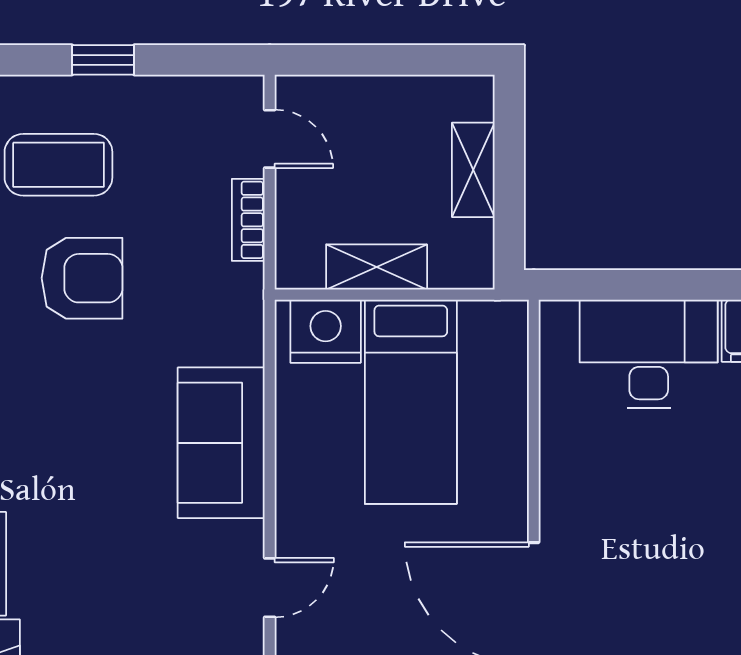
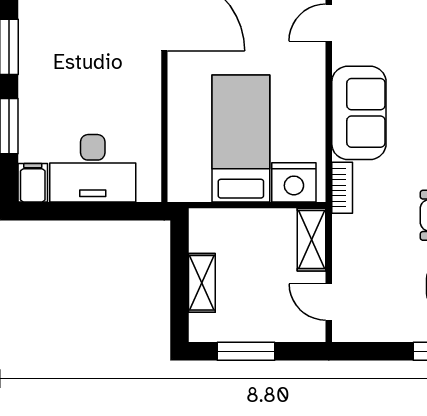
window: (402, 60) -> (246, 351), added
bookcase: (248, 220) -> (342, 188), moved
shelving: (377, 267) -> (312, 240), moved, turned 90

